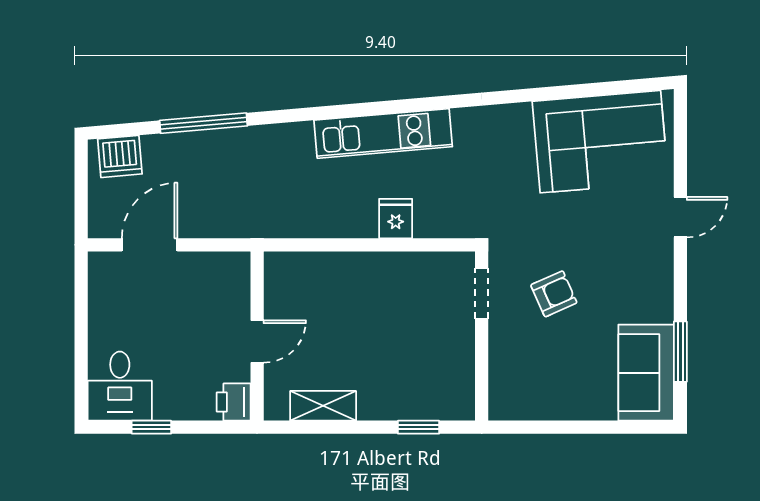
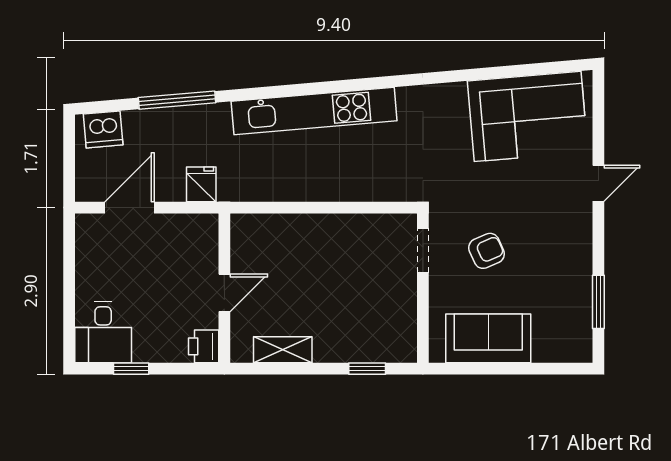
kitchen unit: (383, 133) -> (314, 111), width x1.36
fridge: (396, 219) -> (201, 184), moved
sofa: (646, 373) -> (488, 338), moved, turned 90

